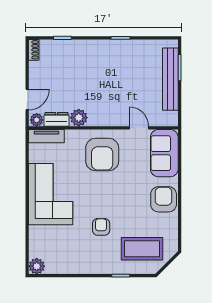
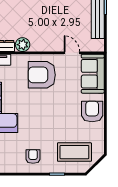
armchair: (102, 155) -> (42, 75), turned 90
armchair: (101, 227) -> (33, 157), moved

